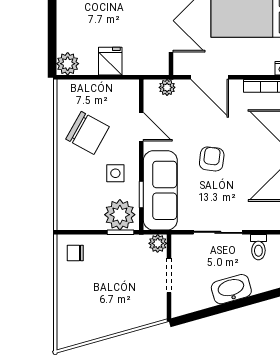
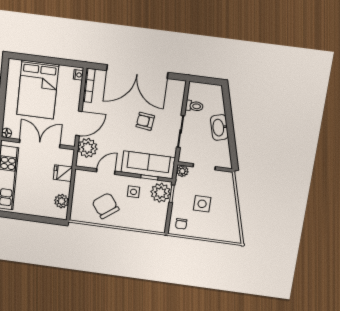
fridge: (110, 61) -> (63, 173), moved
plant: (68, 64) -> (62, 201), moved
plant: (167, 87) -> (88, 148), width x1.88, depth x1.88
chair: (88, 133) -> (106, 206), turned -66
armchair: (212, 159) -> (145, 121), moved
side table: (111, 281) -> (202, 204), added

